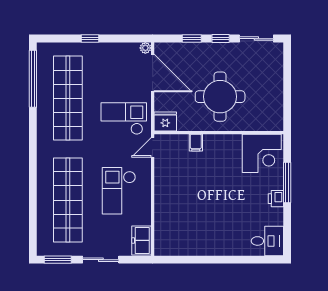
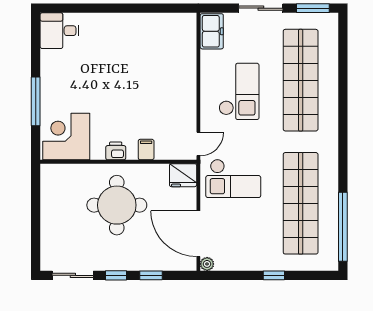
printer: (276, 199) -> (116, 151), moved, turned -90

